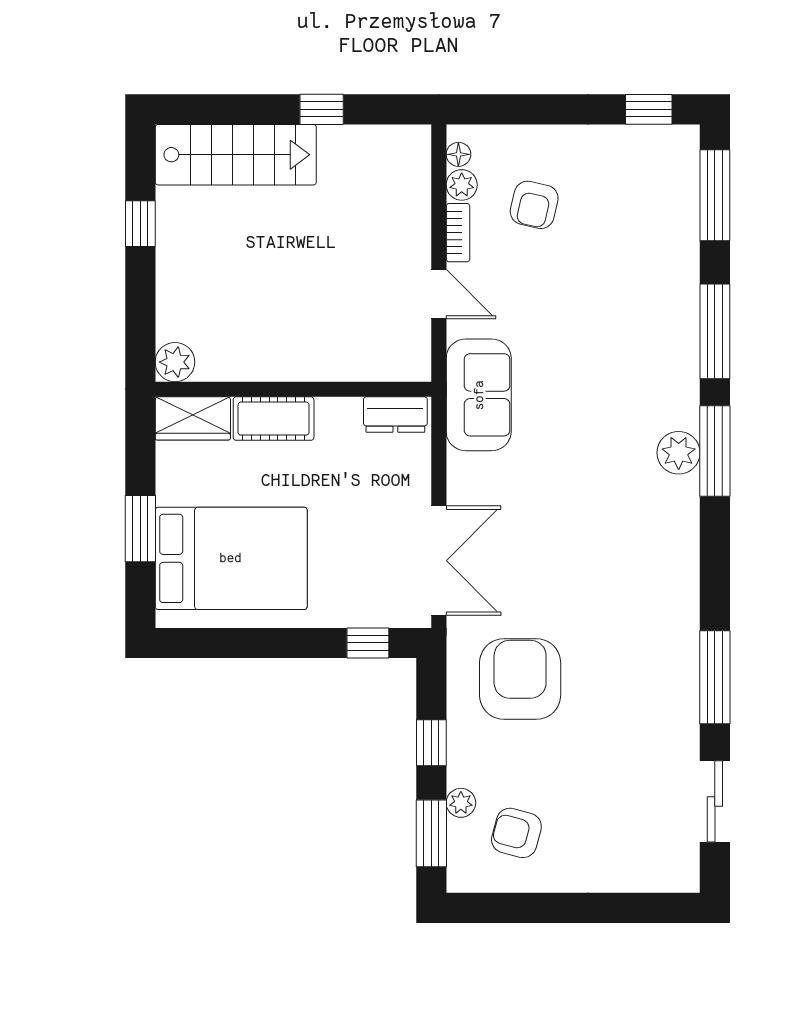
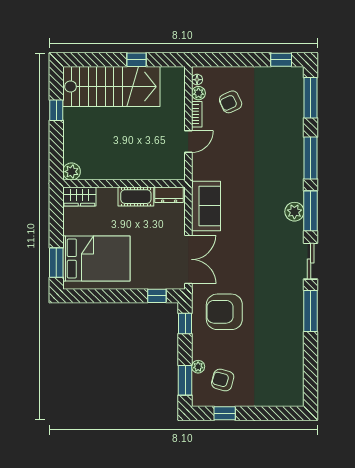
stairs: (236, 155) -> (111, 87), width x1.36, depth x1.51
armchair: (534, 205) -> (231, 102), turned 52
door: (439, 294) -> (188, 141), hinge flipped
sofa: (479, 395) -> (206, 206), moved
cot: (274, 419) -> (136, 197), moved
window: (140, 529) -> (56, 263), moved
armchair: (520, 679) -> (224, 312), turned -90
window: (431, 743) -> (185, 323), moved
sliding door: (715, 801) -> (311, 261), moved
window: (521, 908) -> (225, 413), added

